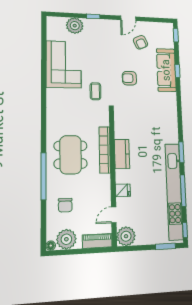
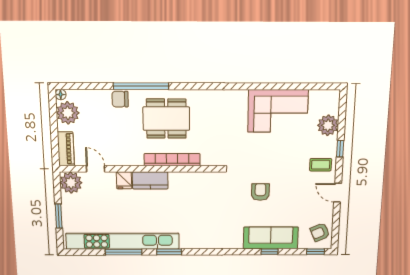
armchair: (141, 42) -> (320, 232), moved
coffee table: (95, 91) -> (321, 165), moved
kitchen counter: (122, 154) -> (150, 180), moved
chair: (65, 205) -> (120, 99), moved
window: (185, 230) -> (78, 252), removed
window: (165, 246) -> (59, 216), moved

